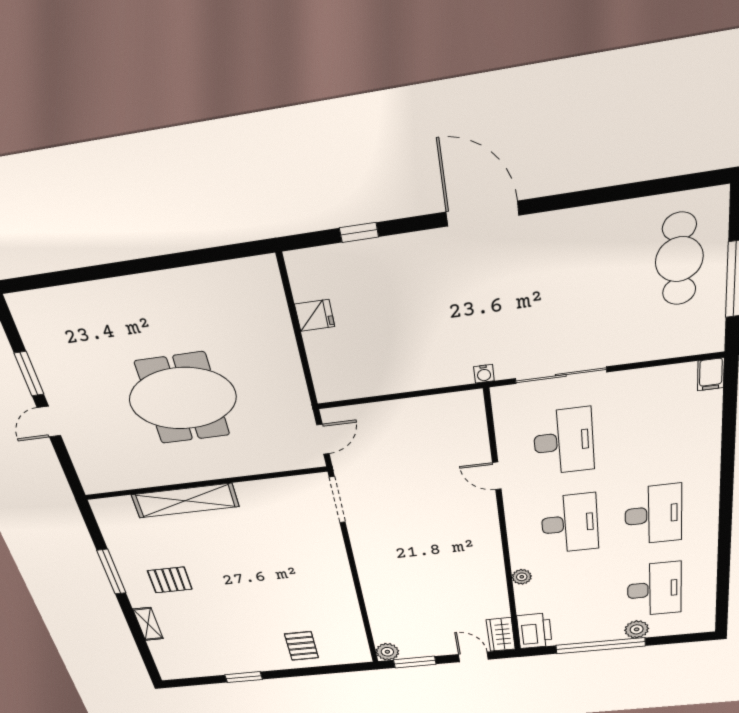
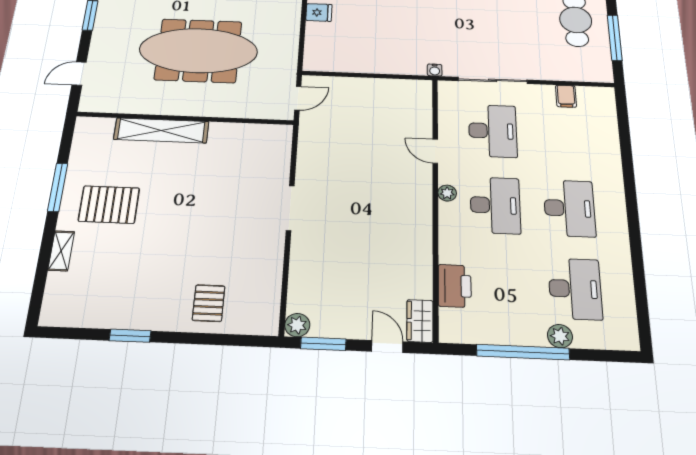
filing cabinet: (711, 374) -> (566, 96), moved
meeting table: (183, 399) -> (198, 51), width x1.36
door: (49, 422) -> (79, 74), moved
doorway: (337, 500) -> (290, 208), moved
plant: (522, 577) -> (447, 193), moved
pallet: (170, 580) -> (109, 205), width x1.50, depth x1.42
printer: (534, 631) -> (455, 286), moved

